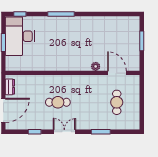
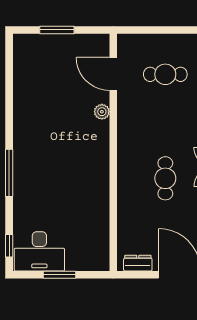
desk: (20, 36) -> (39, 251), width x0.73, depth x0.77
door: (117, 73) -> (113, 74), hinge flipped

